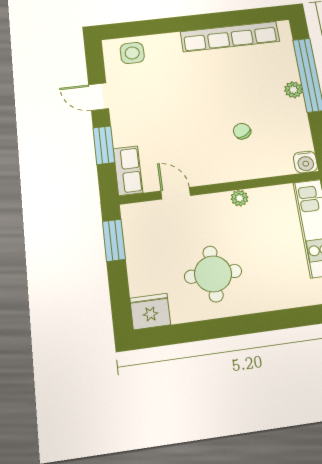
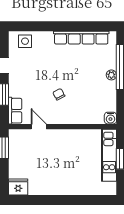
chair: (242, 131) -> (59, 94), moved
plant: (240, 198) -> (72, 134), removed
round table: (213, 274) -> (52, 172), removed

